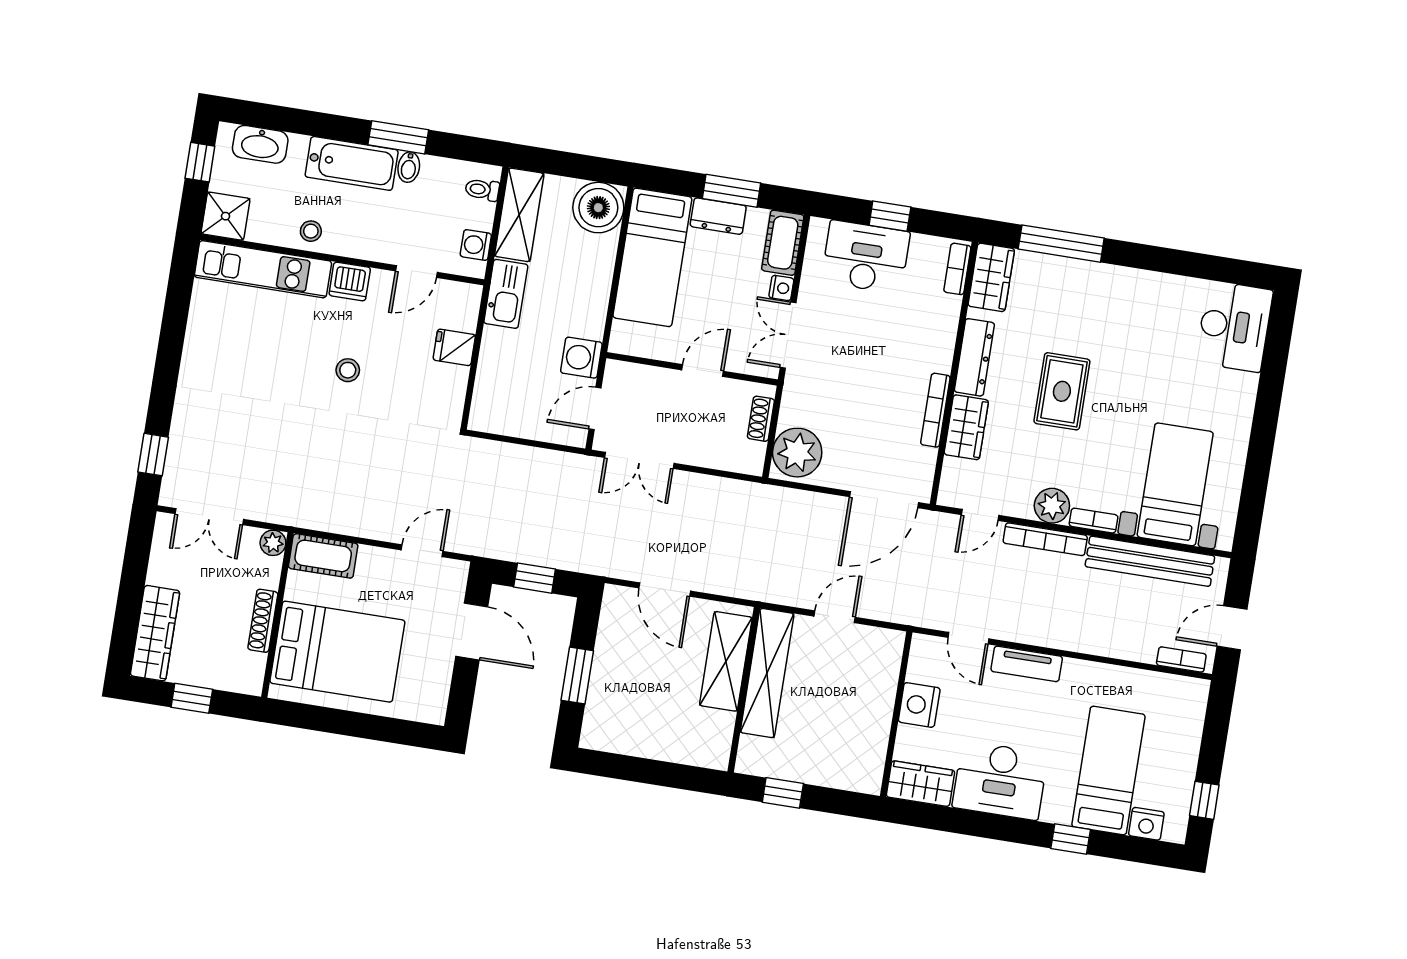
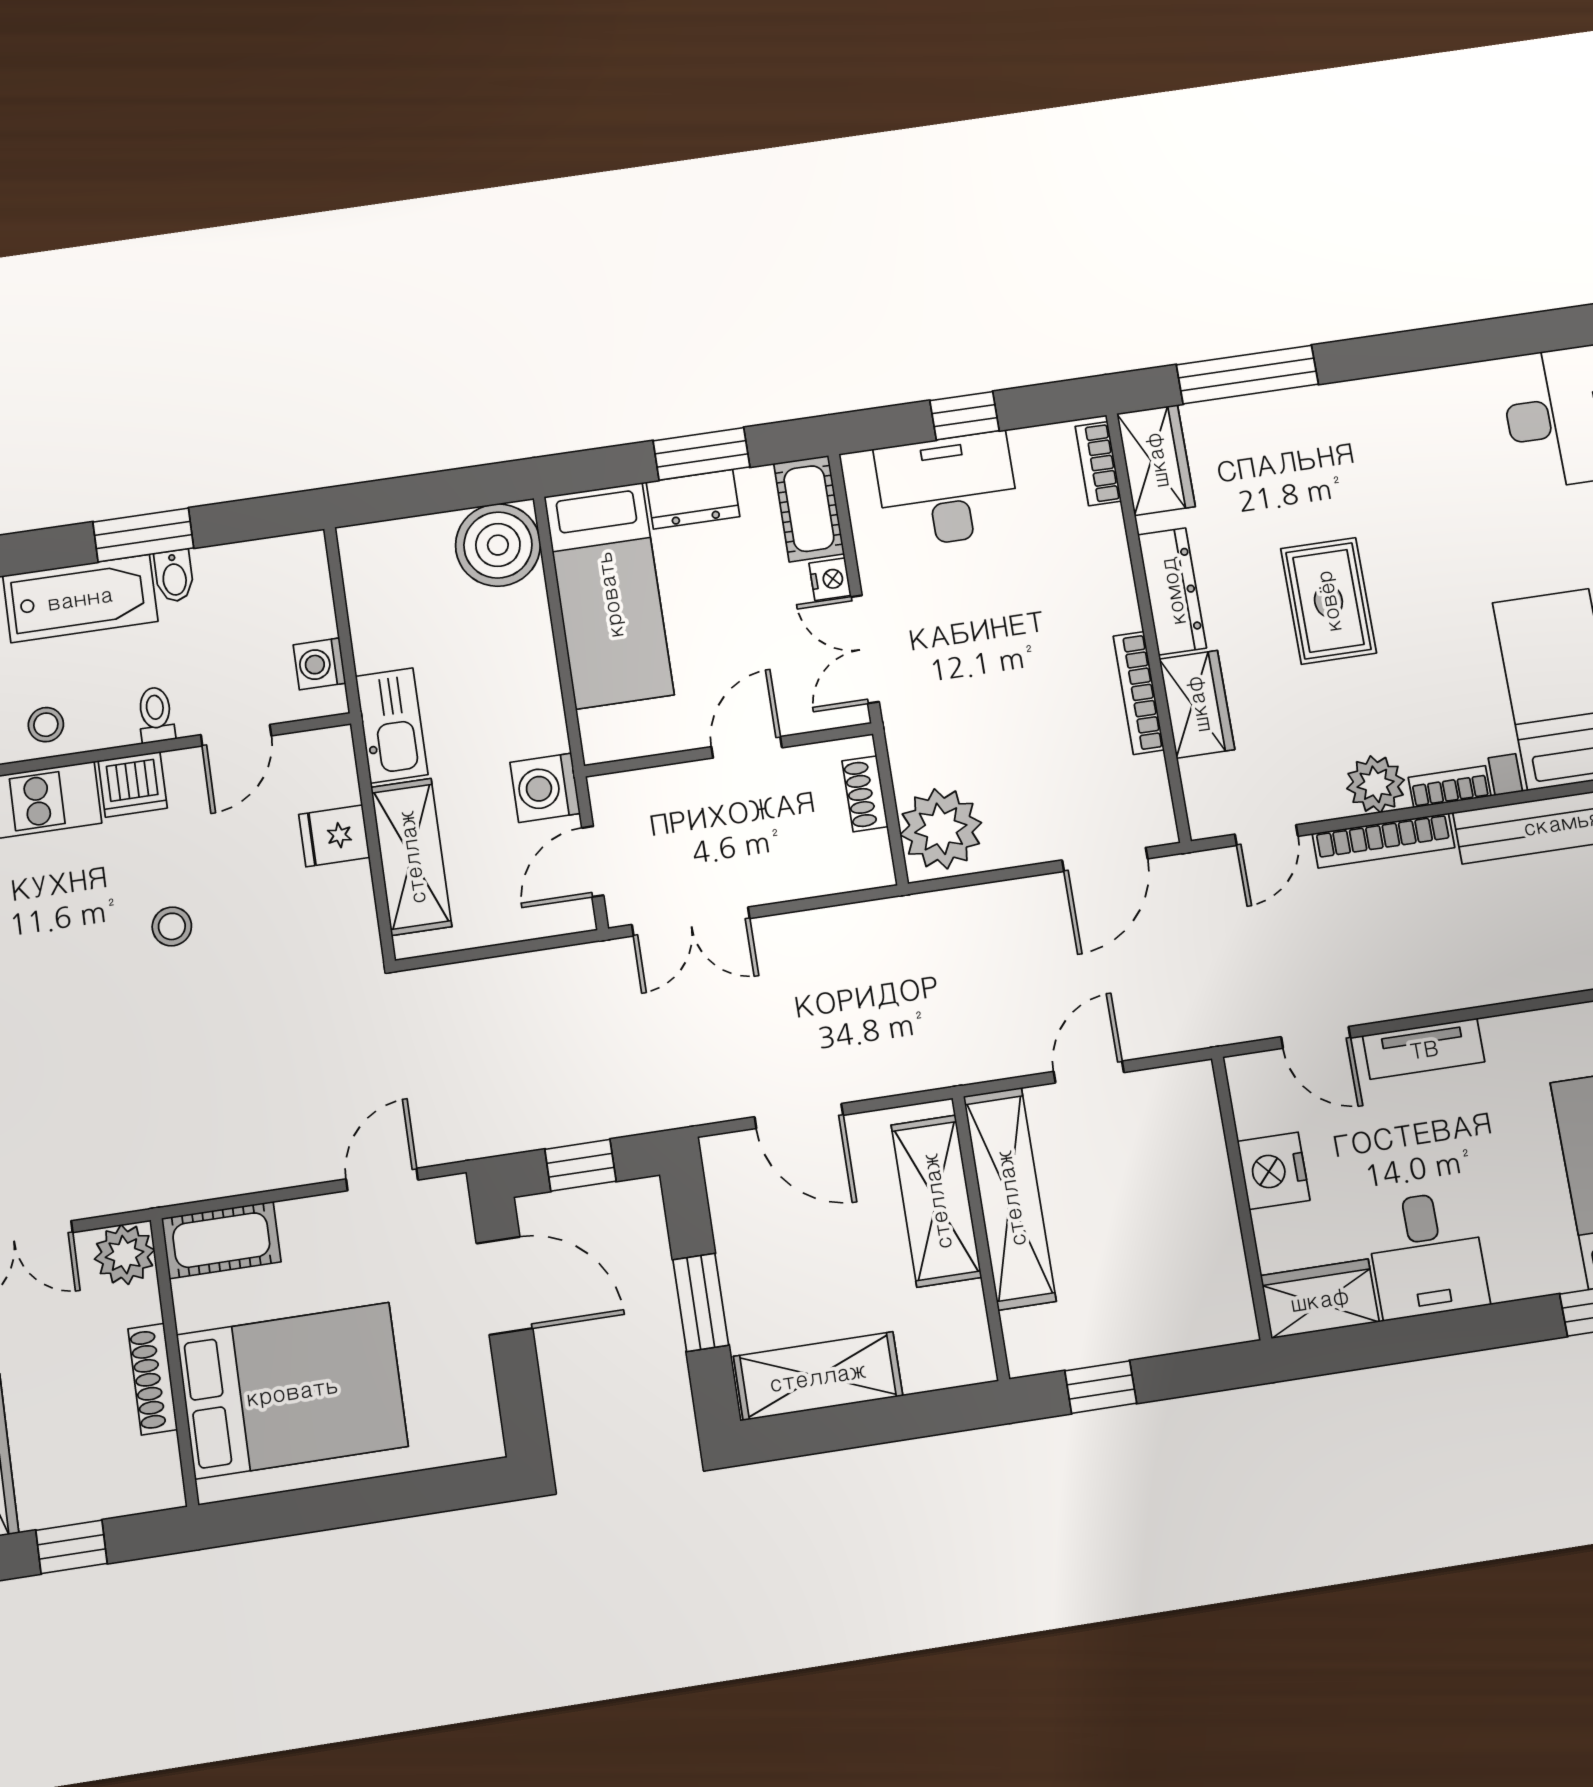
toilet: (482, 190) -> (156, 715), moved, turned 90
shelving: (519, 215) -> (411, 857), moved
door: (884, 500) -> (1105, 859), width x0.73
plant: (273, 543) -> (125, 1255), width x1.38, depth x1.38
shelving: (629, 737) -> (818, 1376), added
desk: (1000, 780) -> (1427, 1255), width x0.73

